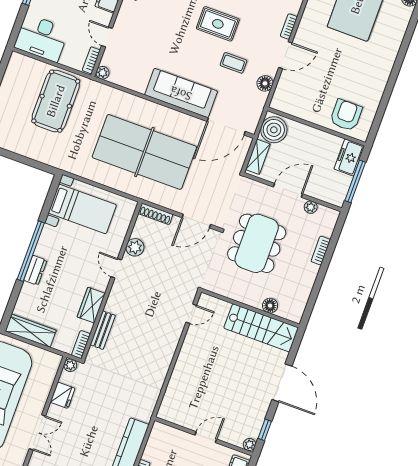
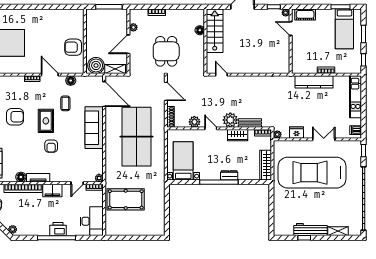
armchair: (177, 18) -> (51, 146), added
armchair: (346, 115) -> (73, 47), moved
freezer: (349, 157) -> (96, 15), removed
door: (288, 190) -> (128, 44), hinge flipped
dining table: (257, 243) -> (166, 51), width x0.73
door: (116, 268) -> (211, 128), swing flipped
plant: (118, 302) -> (230, 120), added
door: (206, 437) -> (291, 28), moved

